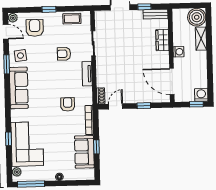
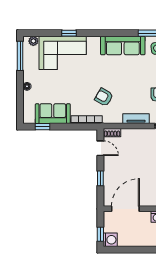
armchair: (68, 104) -> (104, 97), turned -150
window: (96, 147) -> (42, 127), moved

